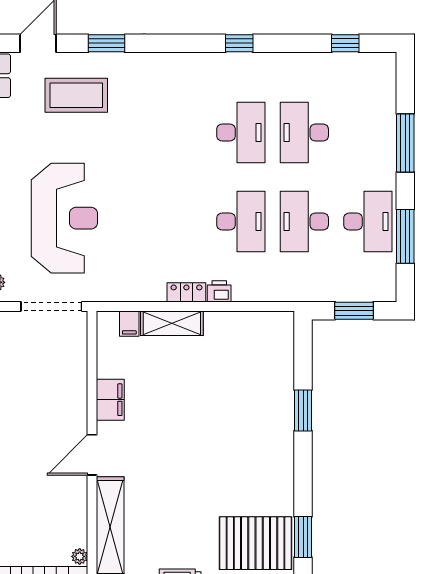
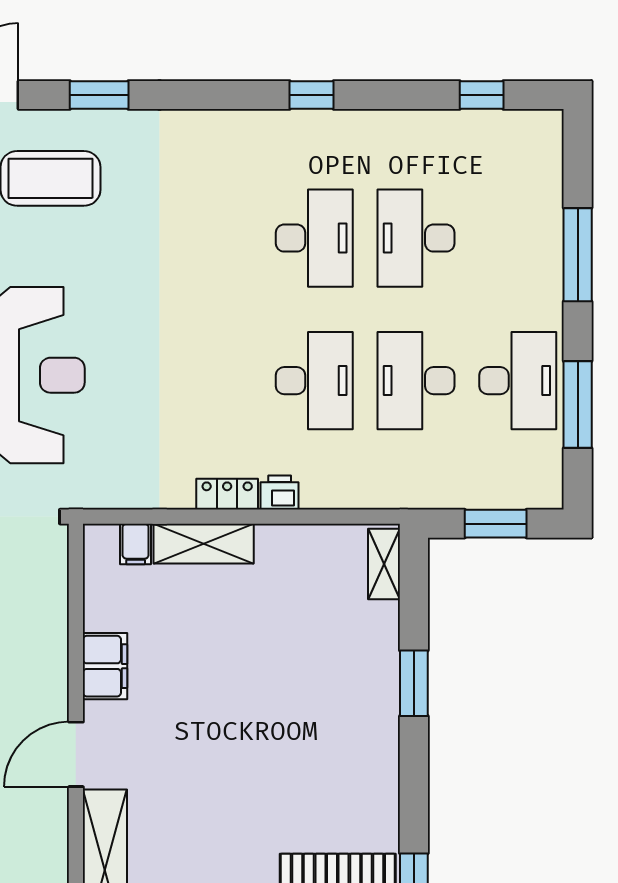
shelving: (284, 336) -> (384, 564), added

